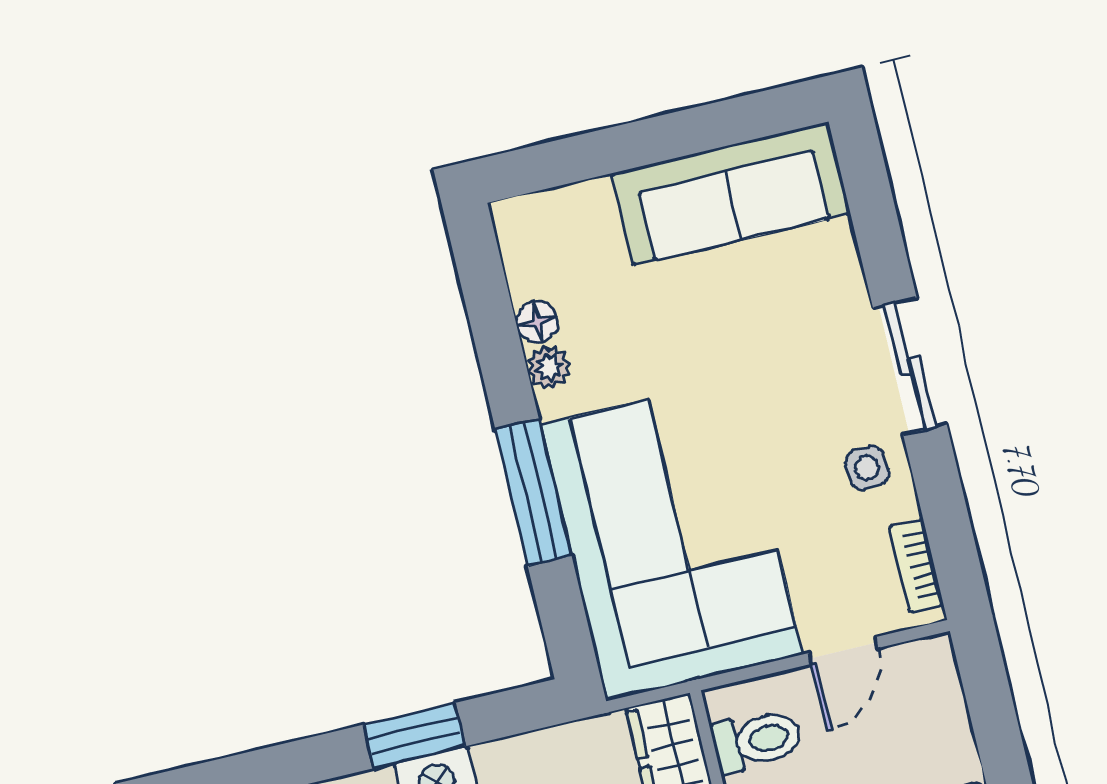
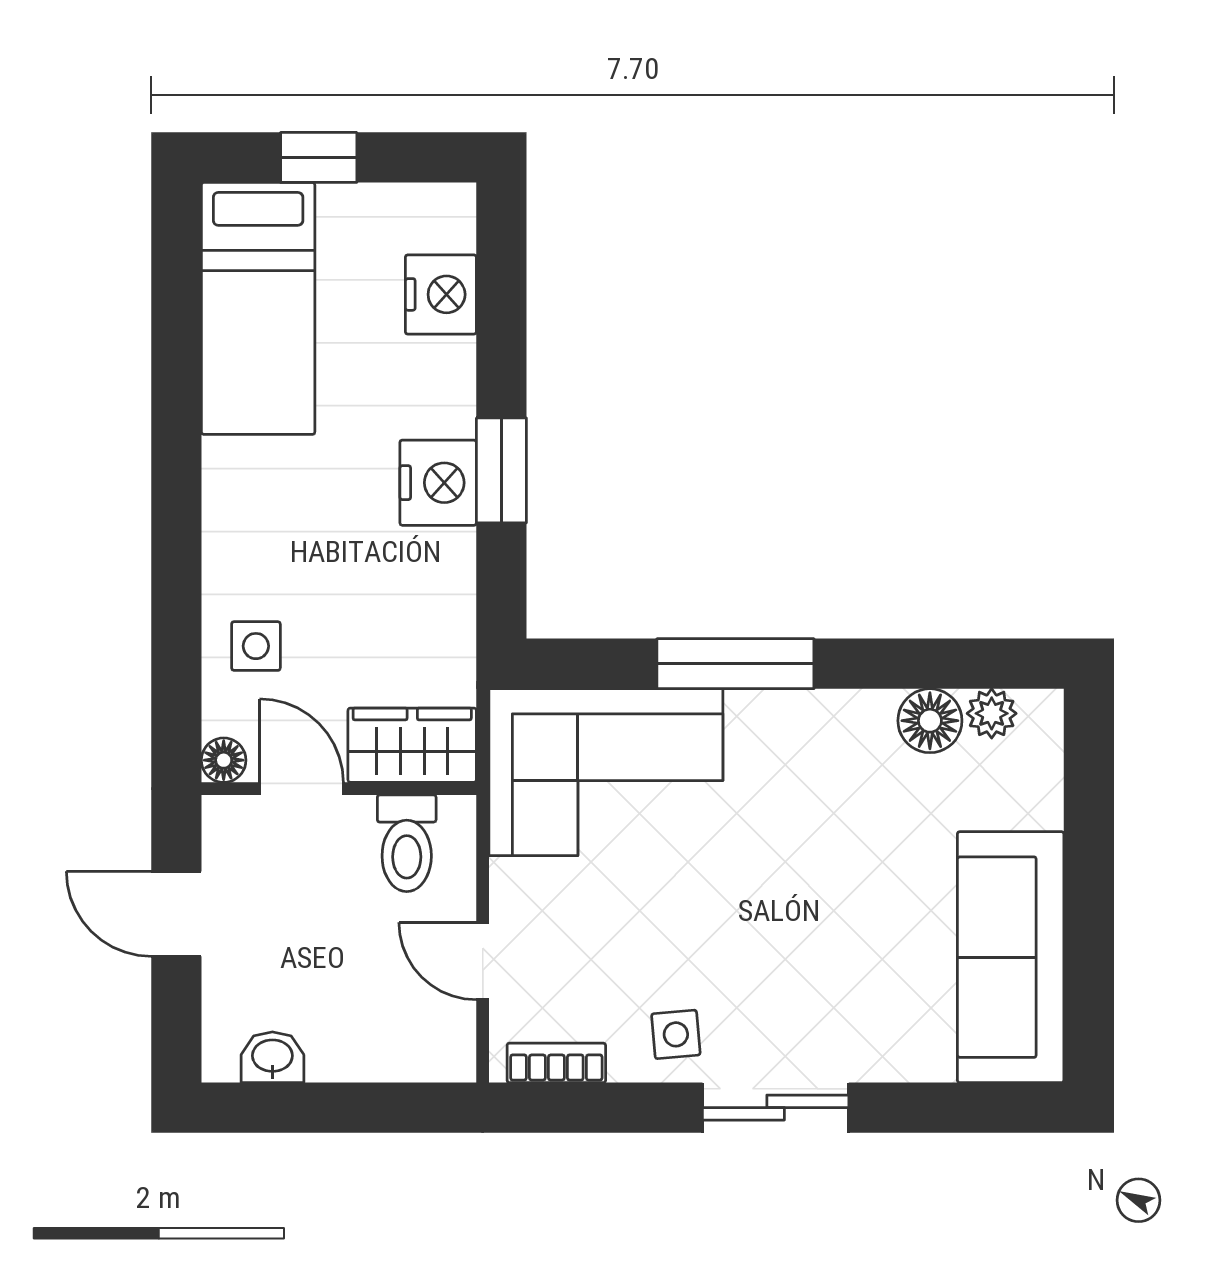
floor lamp: (537, 322) -> (930, 721), width x1.37, depth x1.37
plant: (549, 367) -> (992, 713), moved
corner sofa: (671, 540) -> (606, 772), width x0.73, depth x0.74

